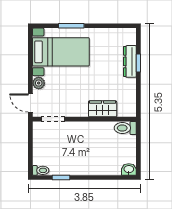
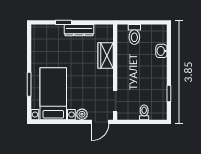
dresser: (130, 61) -> (79, 30), moved
toilet: (125, 128) -> (134, 34), moved
washbasin: (129, 169) -> (161, 51), moved
toilet: (41, 170) -> (144, 112), moved

